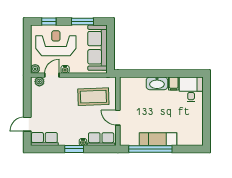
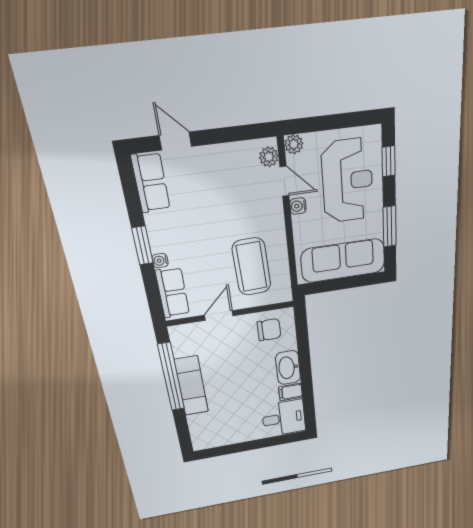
chair: (131, 92) -> (269, 330), added

